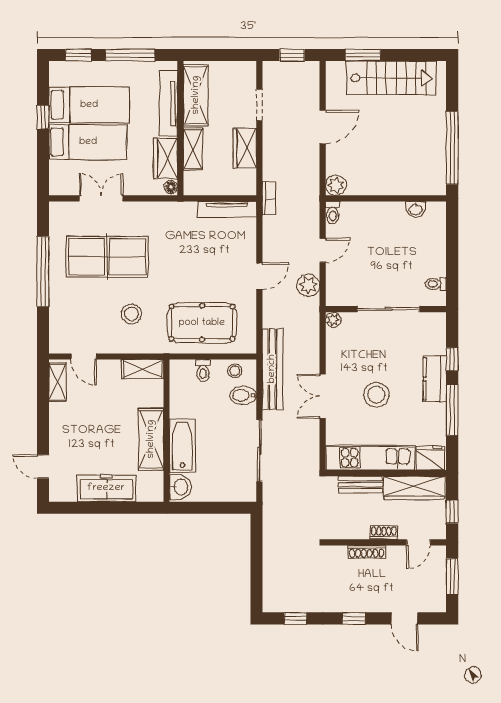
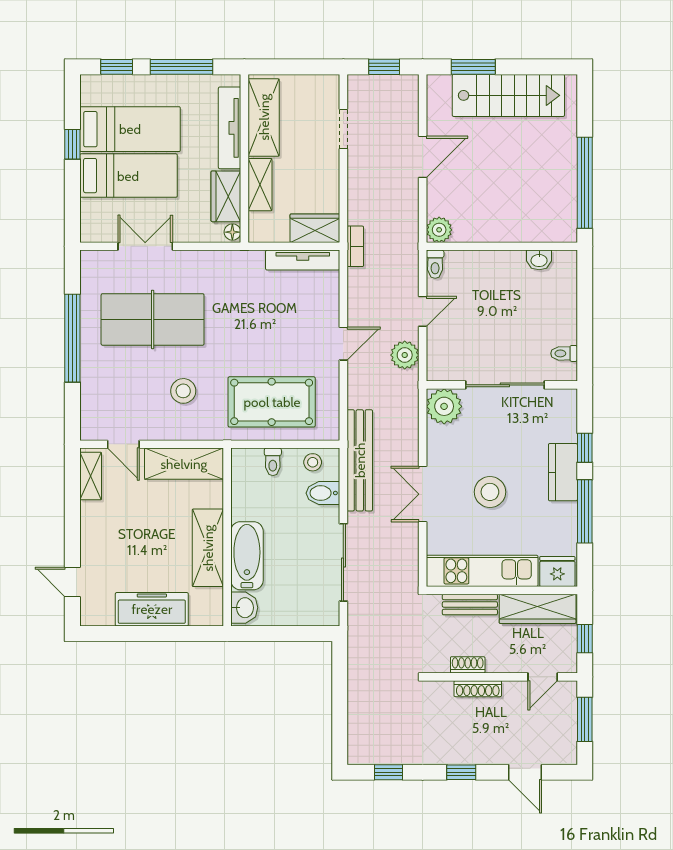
wardrobe: (245, 148) -> (315, 228), moved, turned 90
plant: (333, 320) -> (444, 406), width x1.88, depth x1.88
shelving: (143, 369) -> (184, 464), width x1.50, depth x1.33
shoe rack: (384, 533) -> (468, 665), moved

